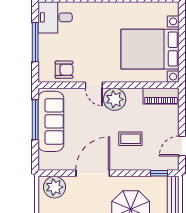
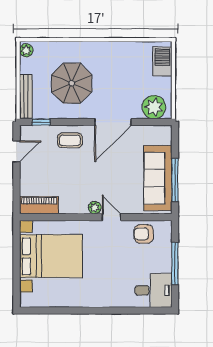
plant: (115, 99) -> (95, 208), width x0.53, depth x0.53
coffee table: (130, 139) -> (70, 140), moved

